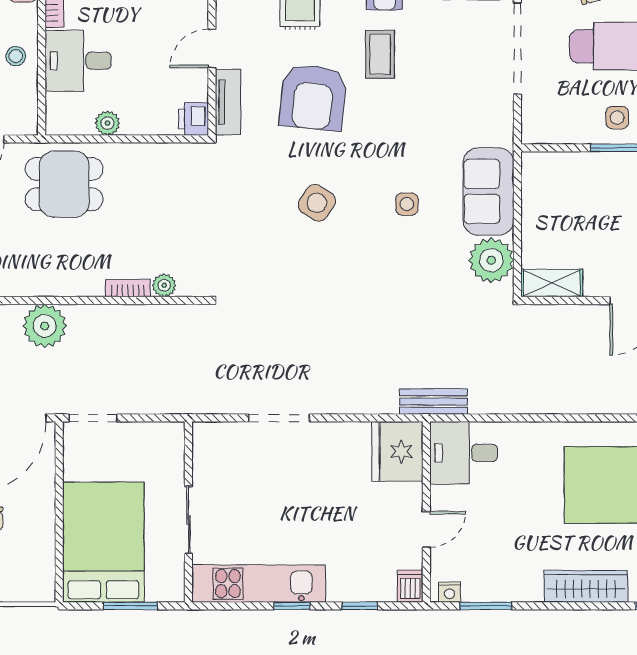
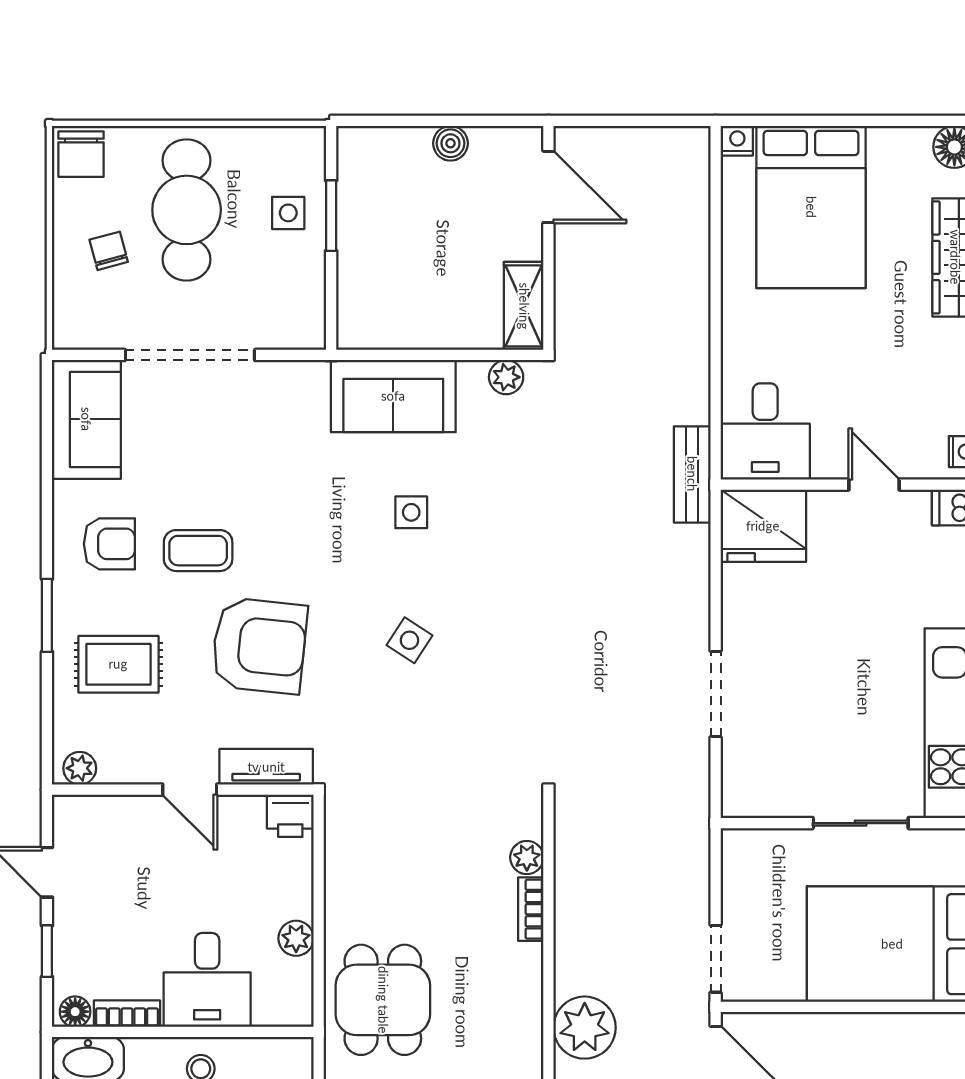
side table: (317, 203) -> (409, 640), width x0.73, depth x0.73
plant: (491, 260) -> (506, 377), width x0.53, depth x0.53

